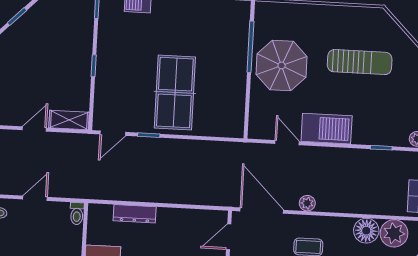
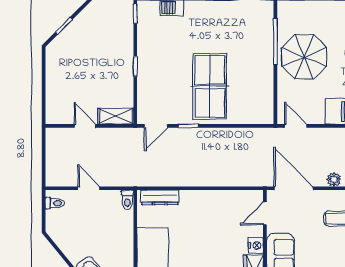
door: (34, 129) -> (85, 126), hinge flipped
door: (287, 143) -> (296, 126), moved
door: (35, 198) -> (89, 188), hinge flipped
dresser: (135, 214) -> (160, 197), moved

